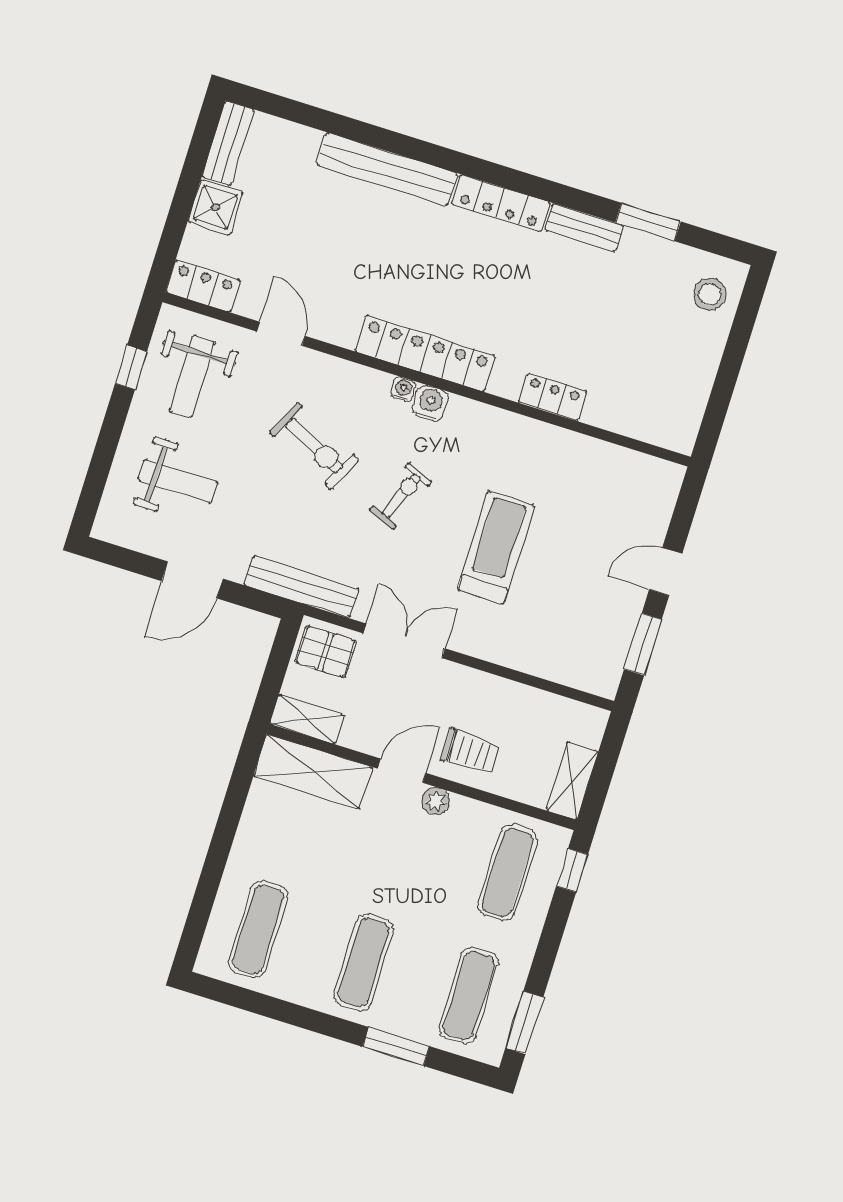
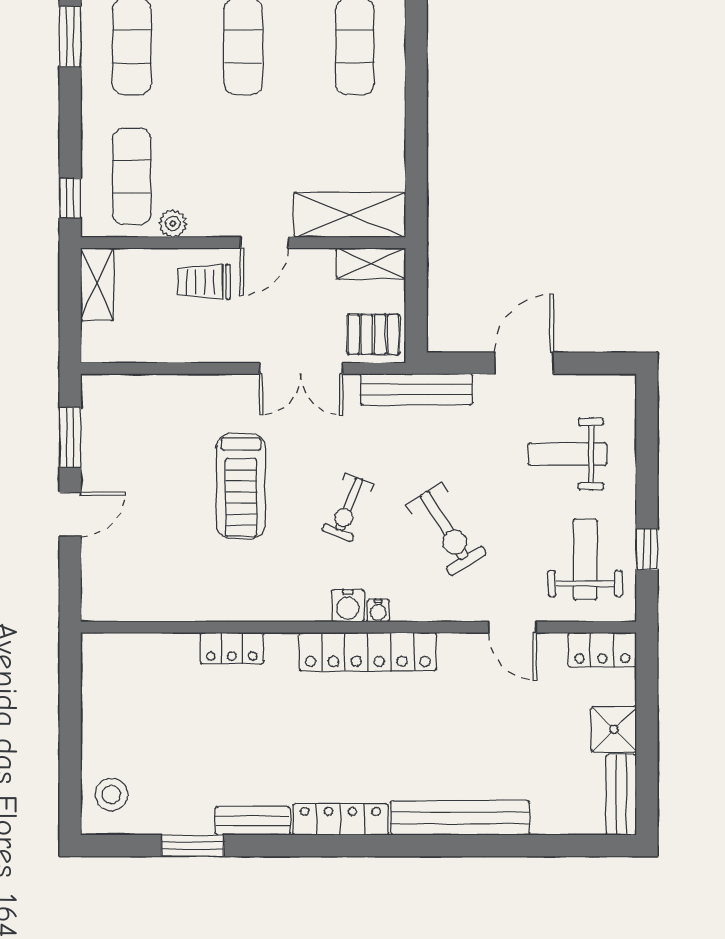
exercise bike: (314, 446) -> (447, 529), turned -148
plant: (436, 801) -> (173, 224), moved

